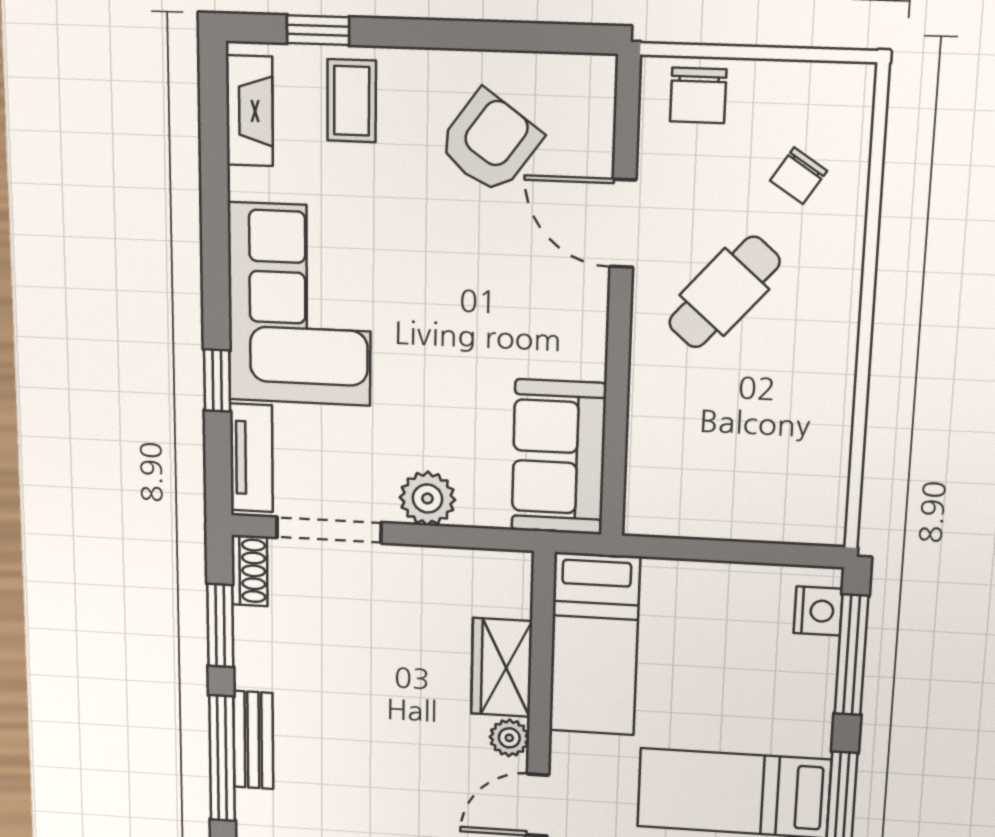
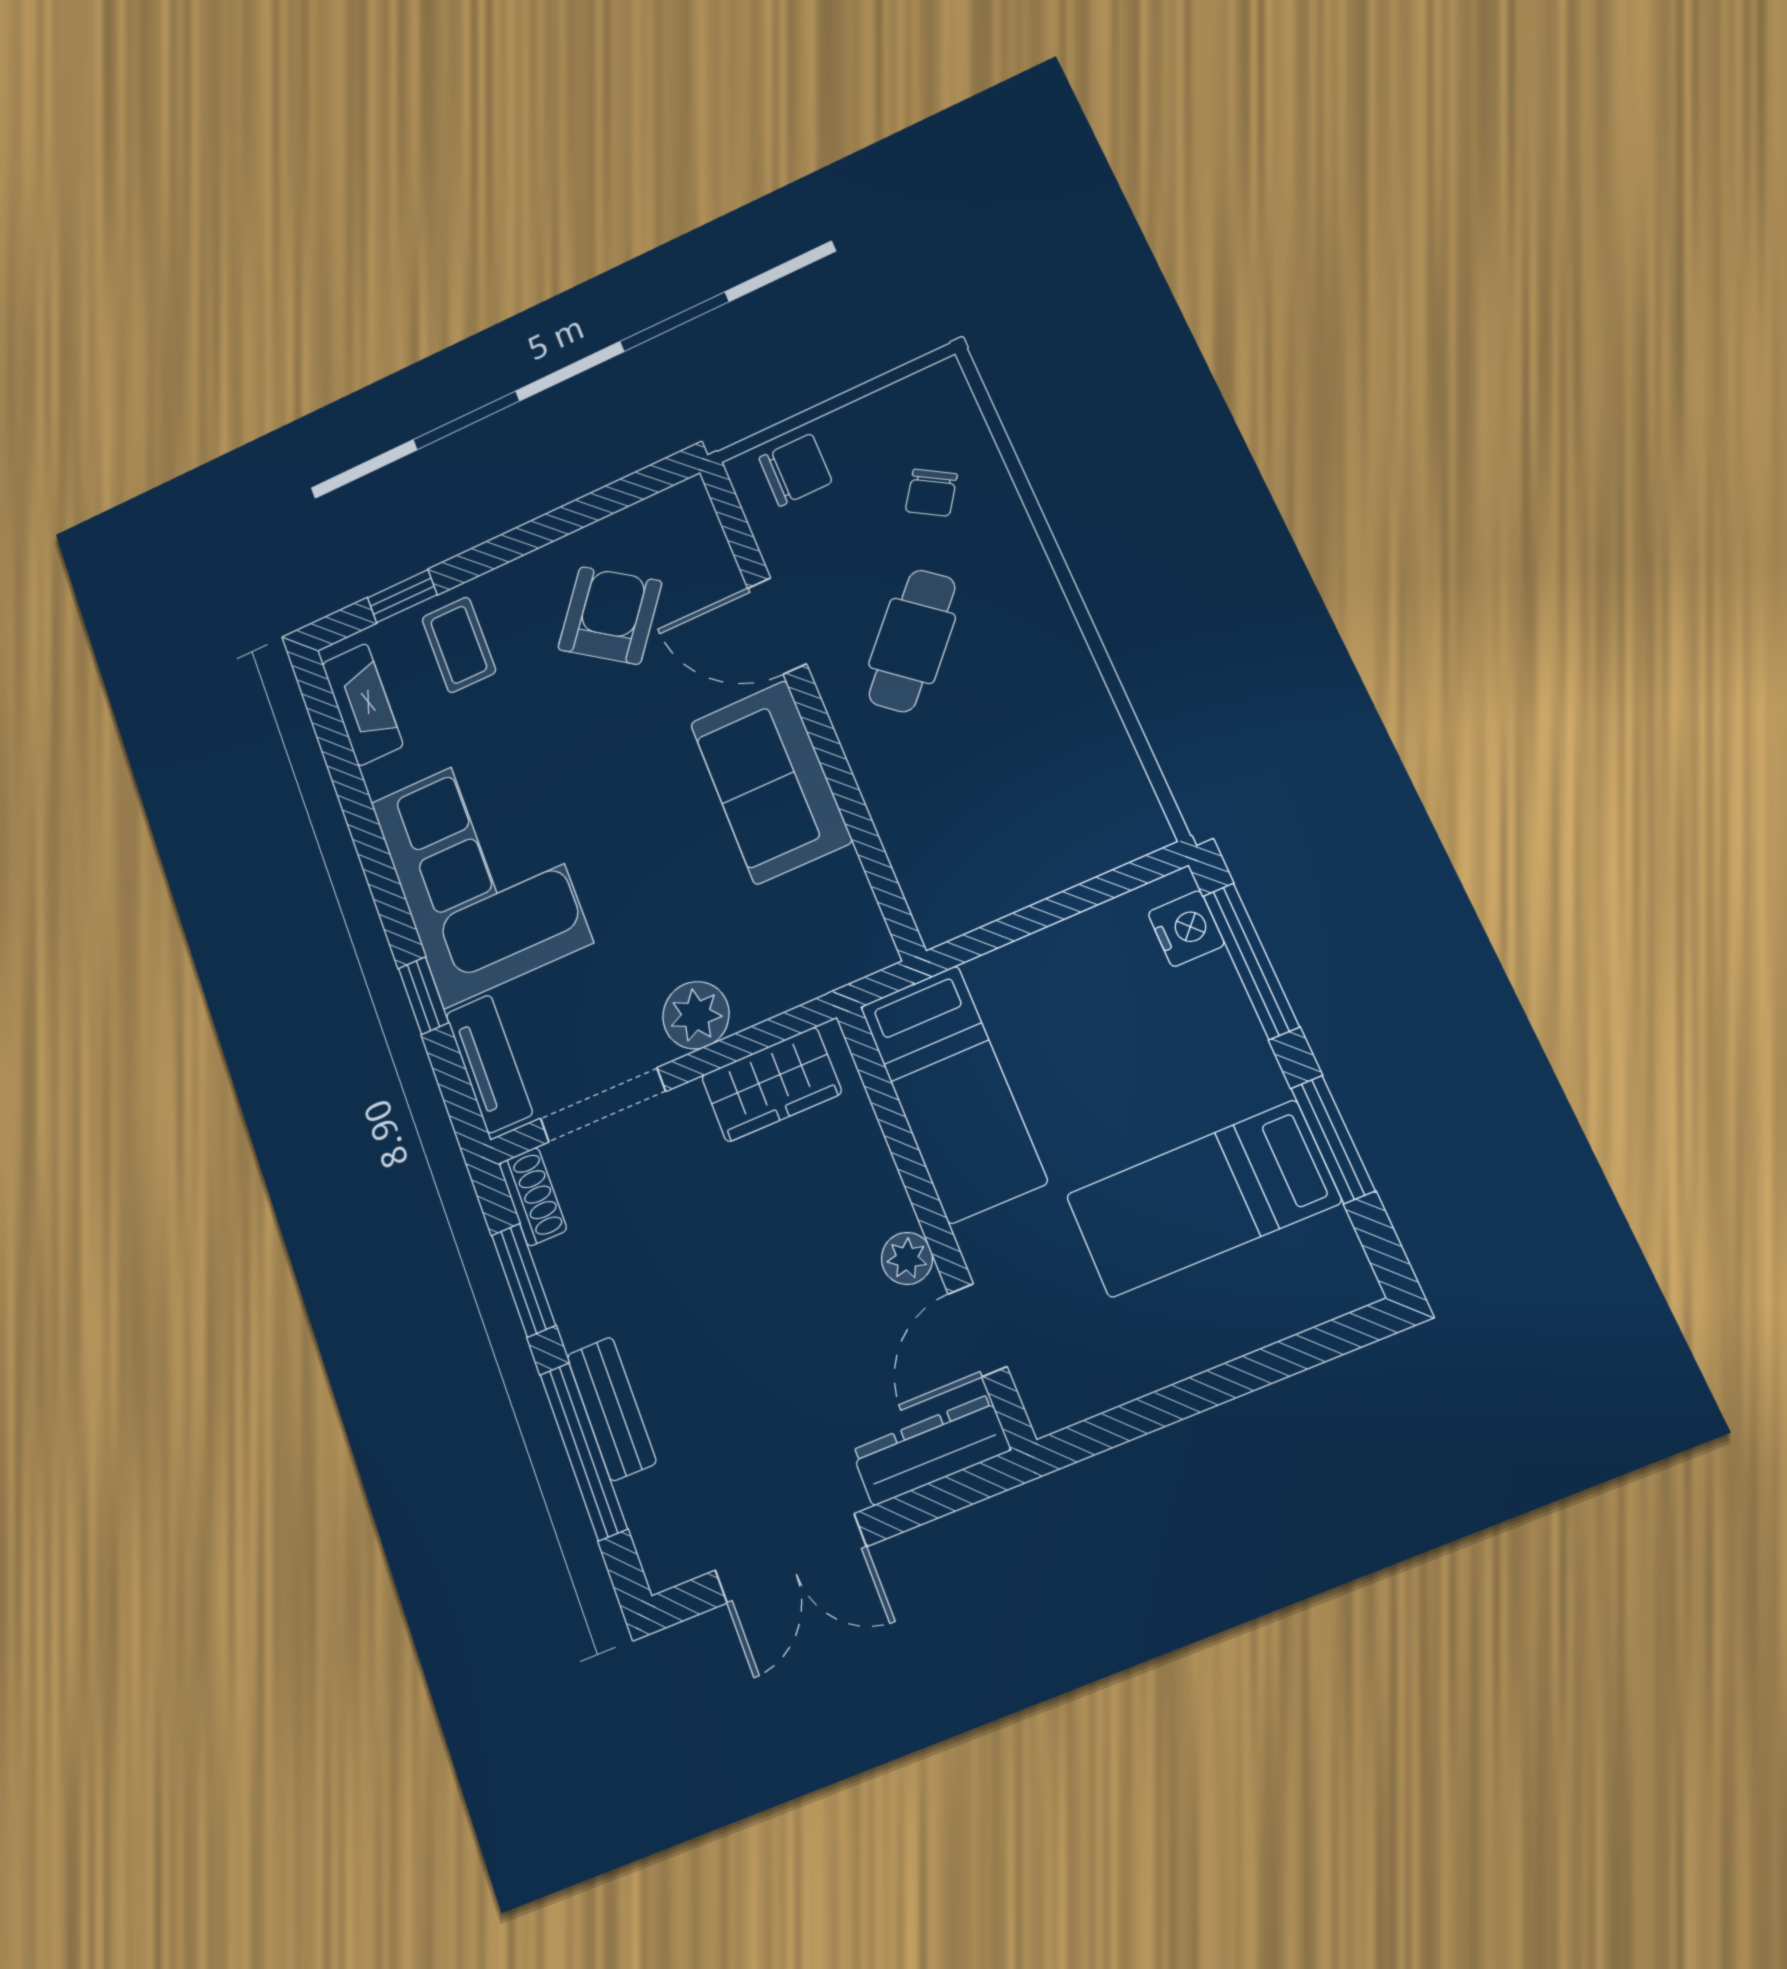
chair: (698, 95) -> (796, 470), turned -90
sofa: (559, 457) -> (771, 782), moved
wardrobe: (502, 667) -> (771, 1084), moved, turned -90

